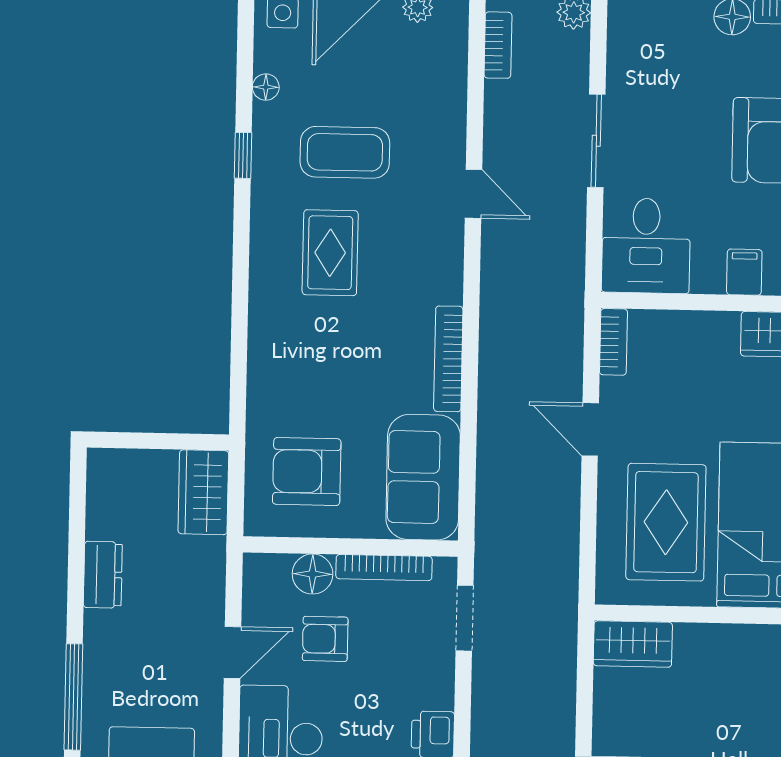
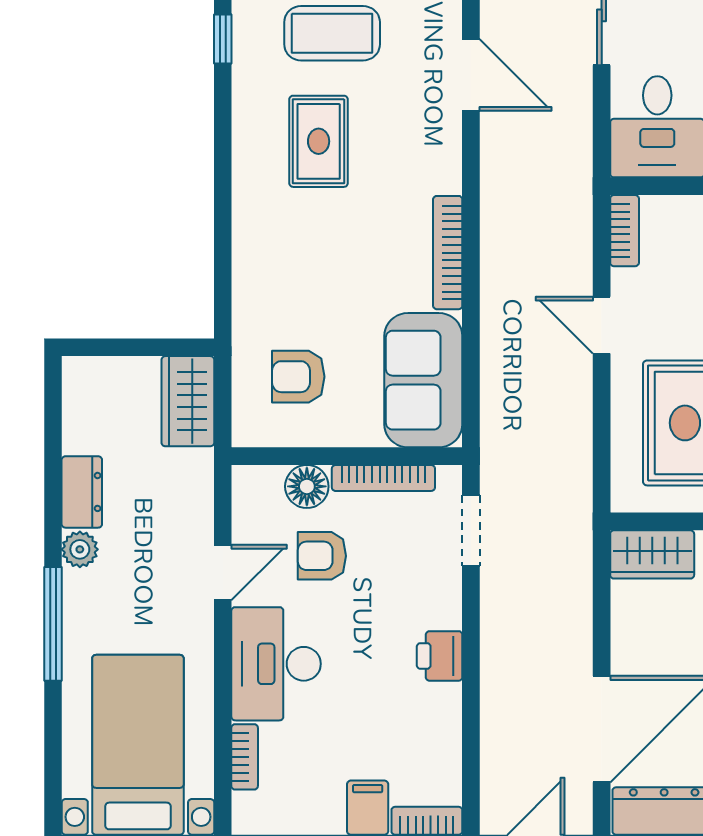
door: (473, 194) -> (471, 75), width x1.38
armchair: (307, 472) -> (298, 377), width x0.72, depth x0.72
plant: (100, 628) -> (80, 549), added

